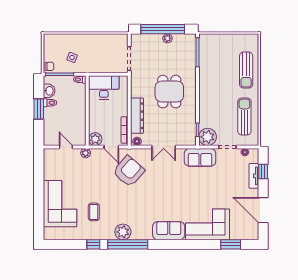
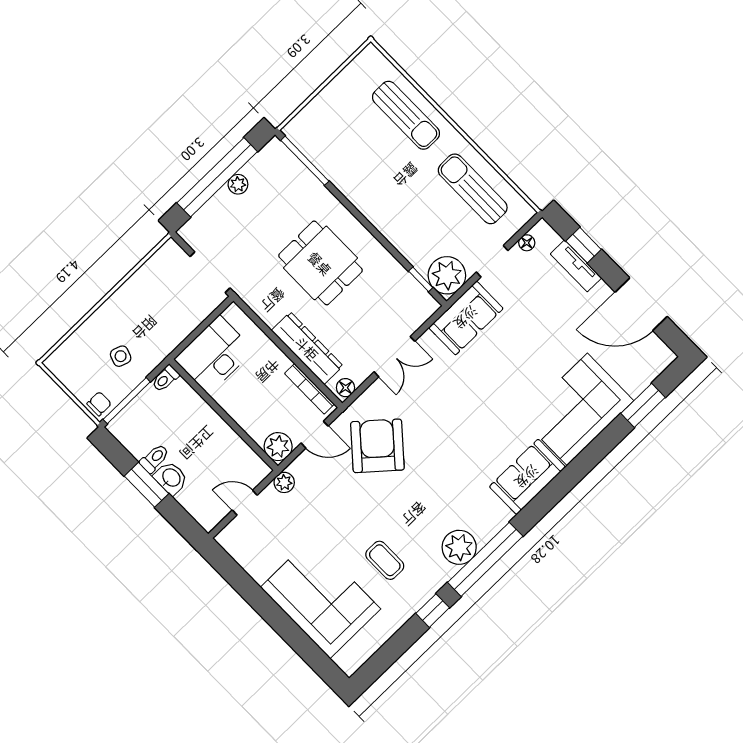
washbasin: (49, 91) -> (171, 478), moved

